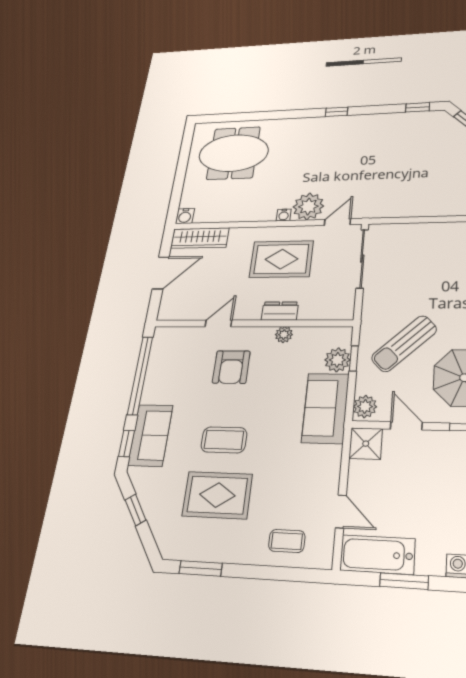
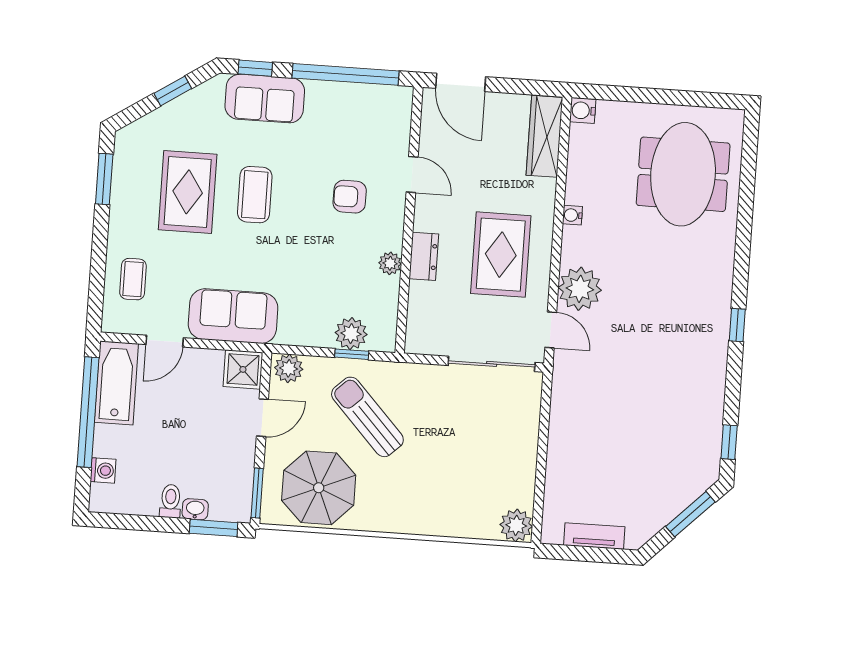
water cooler: (284, 215) -> (572, 215), moved
door: (161, 273) -> (461, 82), moved
armchair: (231, 367) -> (350, 197), width x0.72, depth x0.72
sofa: (325, 408) -> (233, 316), moved
window: (404, 581) -> (88, 412), width x2.11

